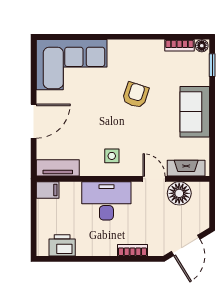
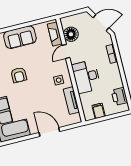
armchair: (136, 95) -> (19, 75), turned -108
tv unit: (58, 168) -> (71, 101), moved
filing cabinet: (48, 190) -> (99, 111), moved

